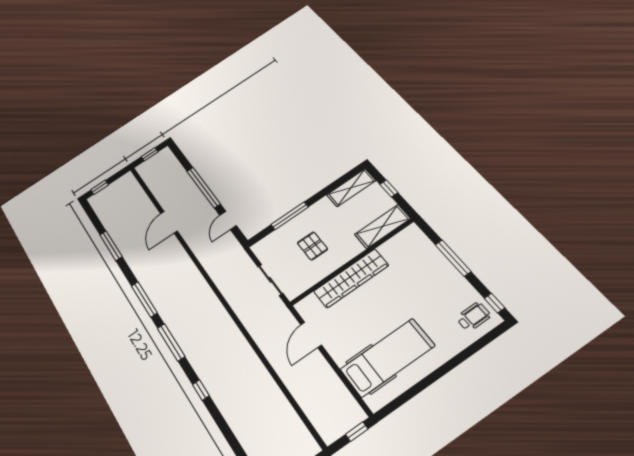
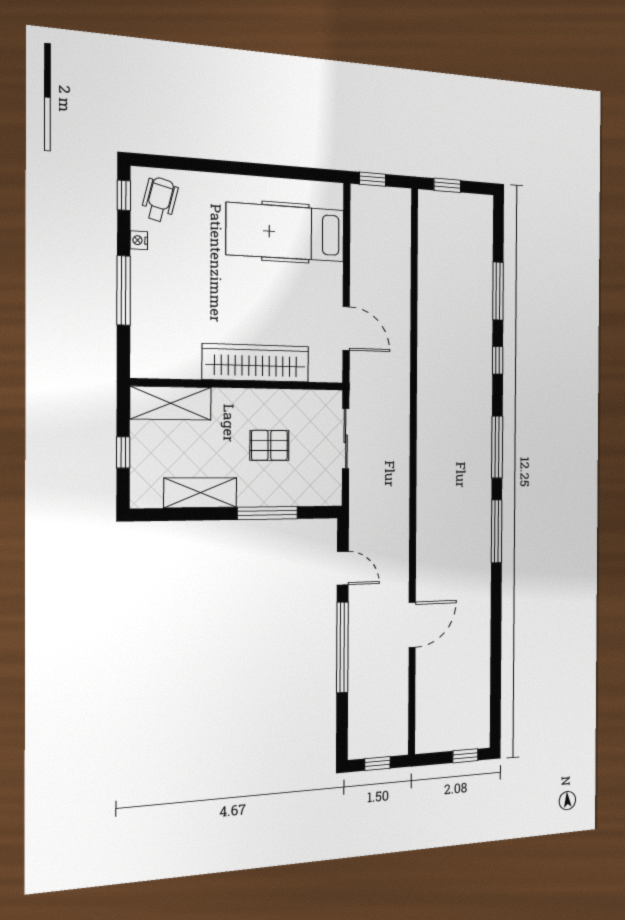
shelving: (351, 188) -> (200, 493), moved
door: (228, 220) -> (343, 568), hinge flipped
window: (111, 246) -> (498, 291), moved
pallet: (312, 246) -> (269, 445), turned 90
nightstand: (466, 288) -> (139, 240), added
wheelchair: (473, 317) -> (160, 200), turned 104
door: (311, 335) -> (346, 328), hinge flipped

